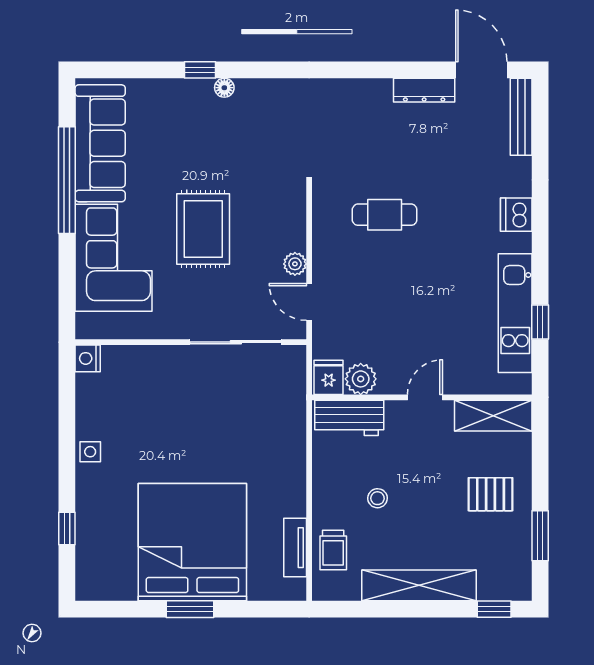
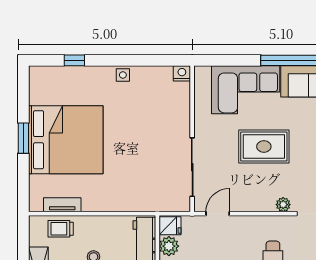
plant: (295, 264) -> (283, 205), moved

